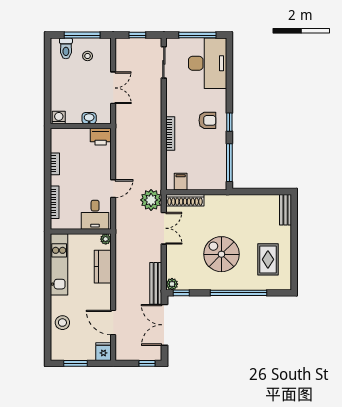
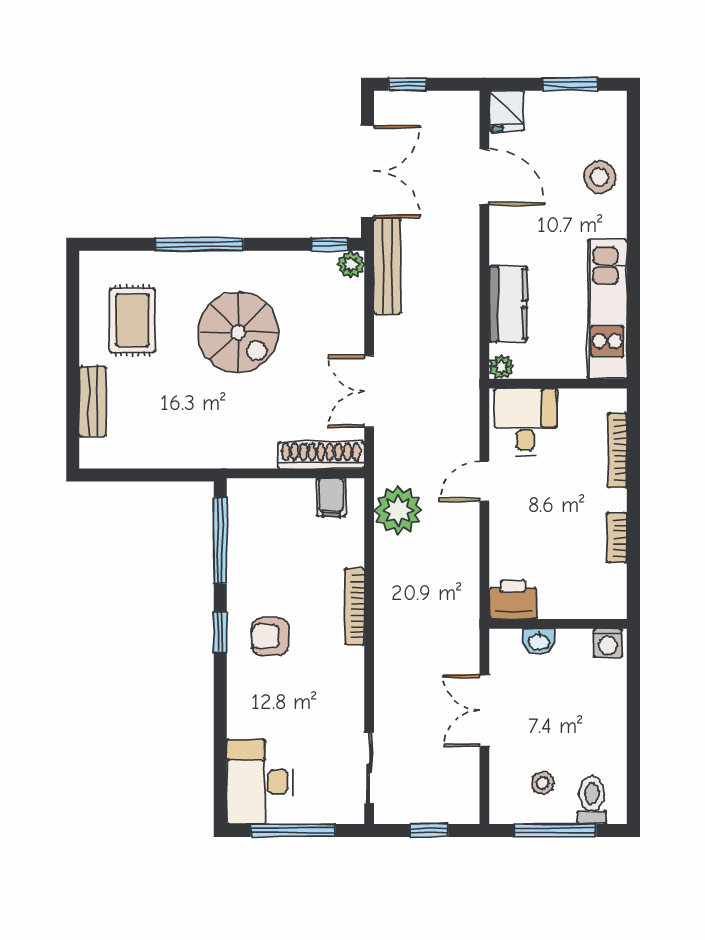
desk: (208, 63) -> (260, 782), width x0.73, depth x0.77
plant: (151, 200) -> (398, 510), moved
bench: (285, 210) -> (93, 402), moved
window: (238, 293) -> (199, 244), width x0.68

